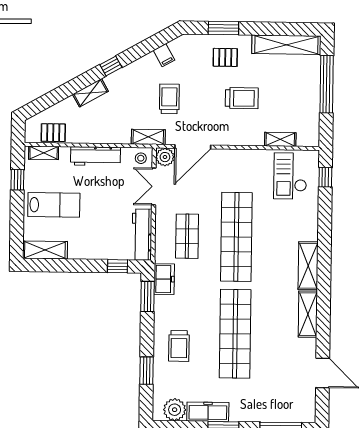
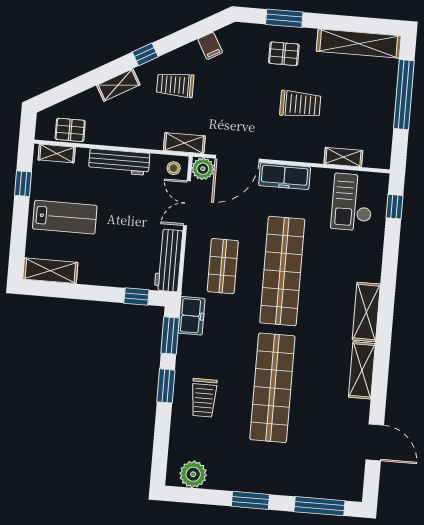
trolley: (169, 99) -> (175, 85), moved, turned -90
window: (146, 371) -> (166, 386), moved
freezer: (208, 412) -> (285, 176), moved, turned 180

